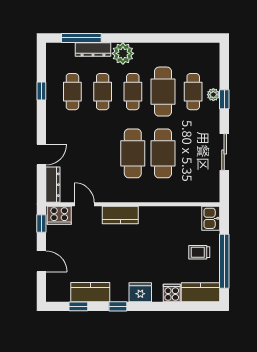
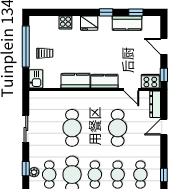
cafe table: (133, 153) -> (118, 128), moved
kitchen counter: (200, 292) -> (75, 81), moved, turned 180

